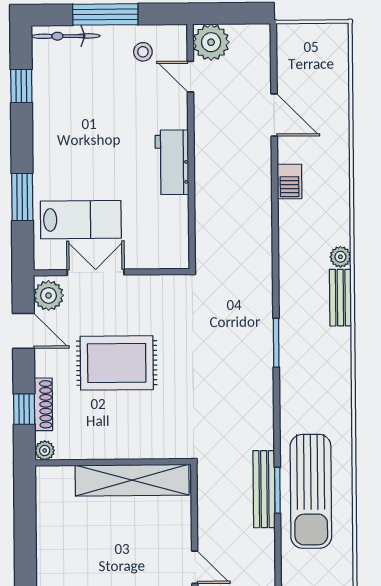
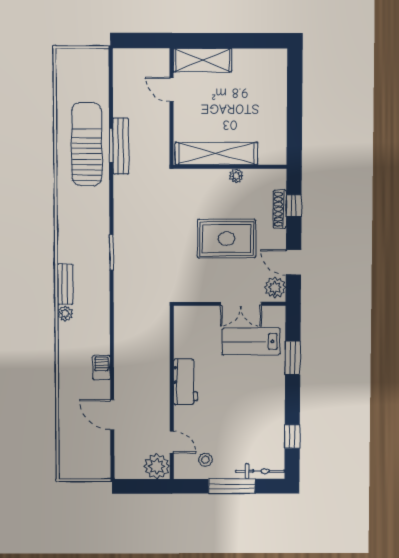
plant: (45, 450) -> (236, 176), moved

